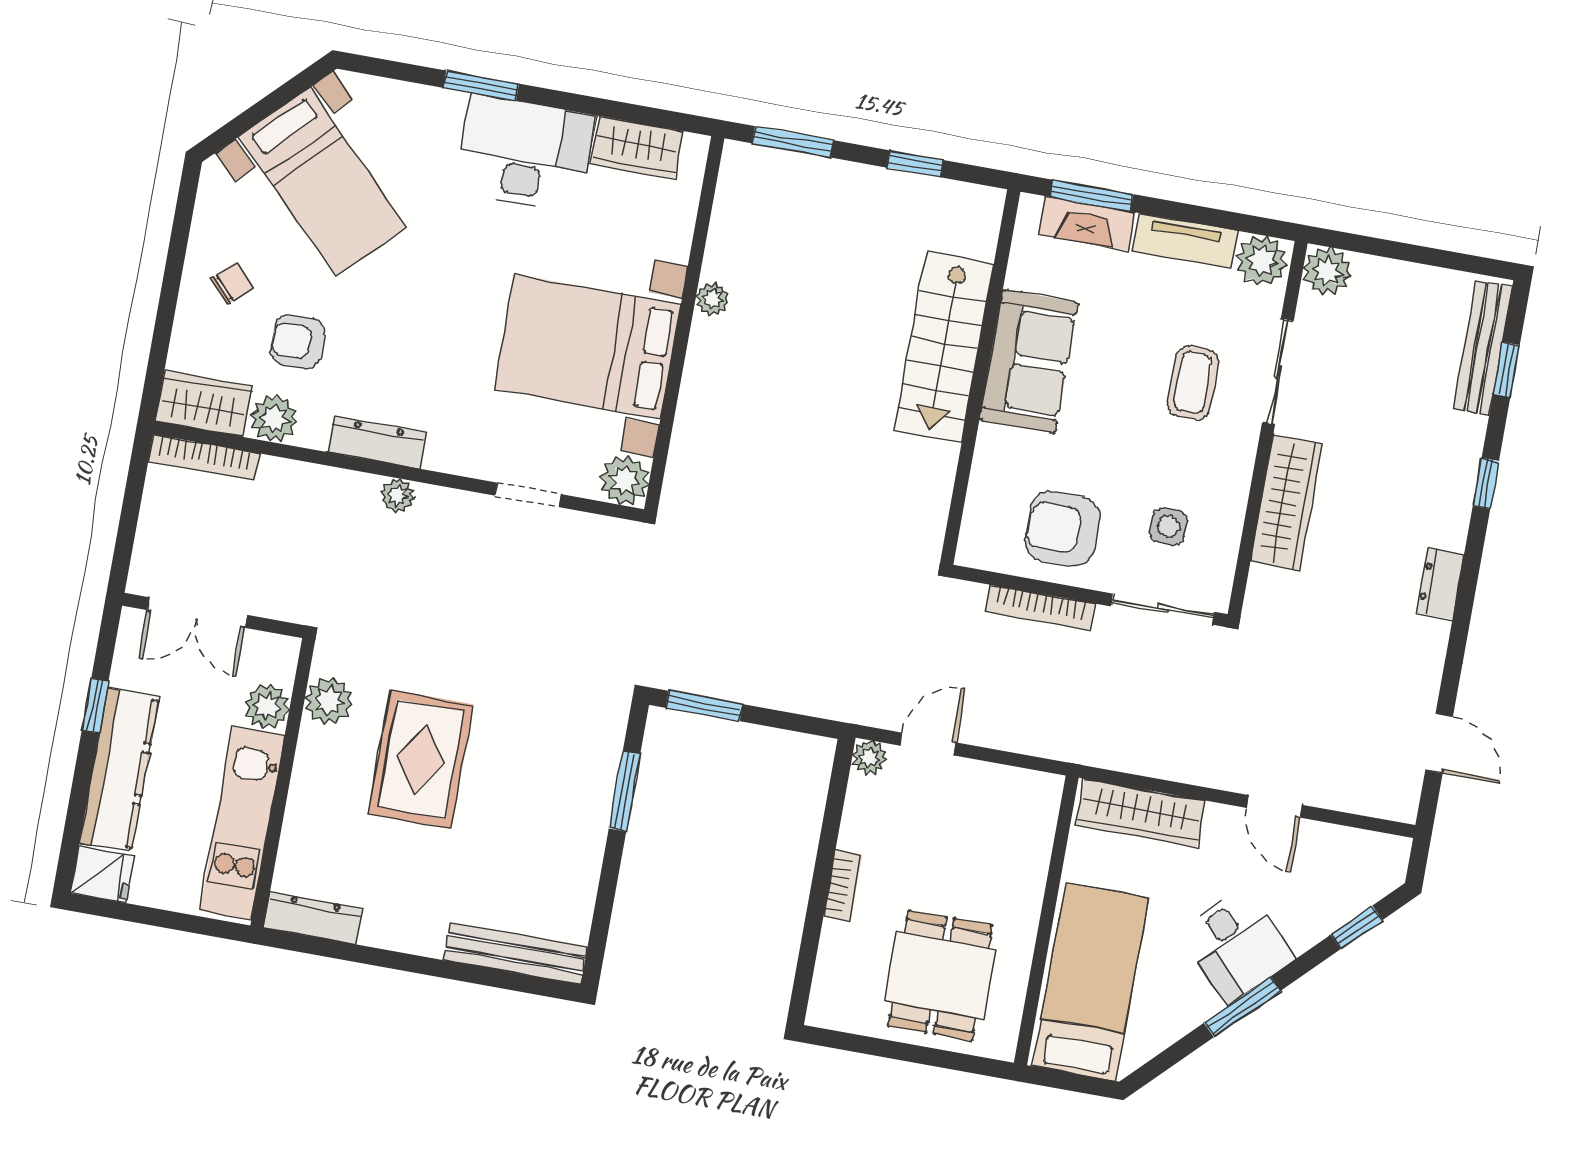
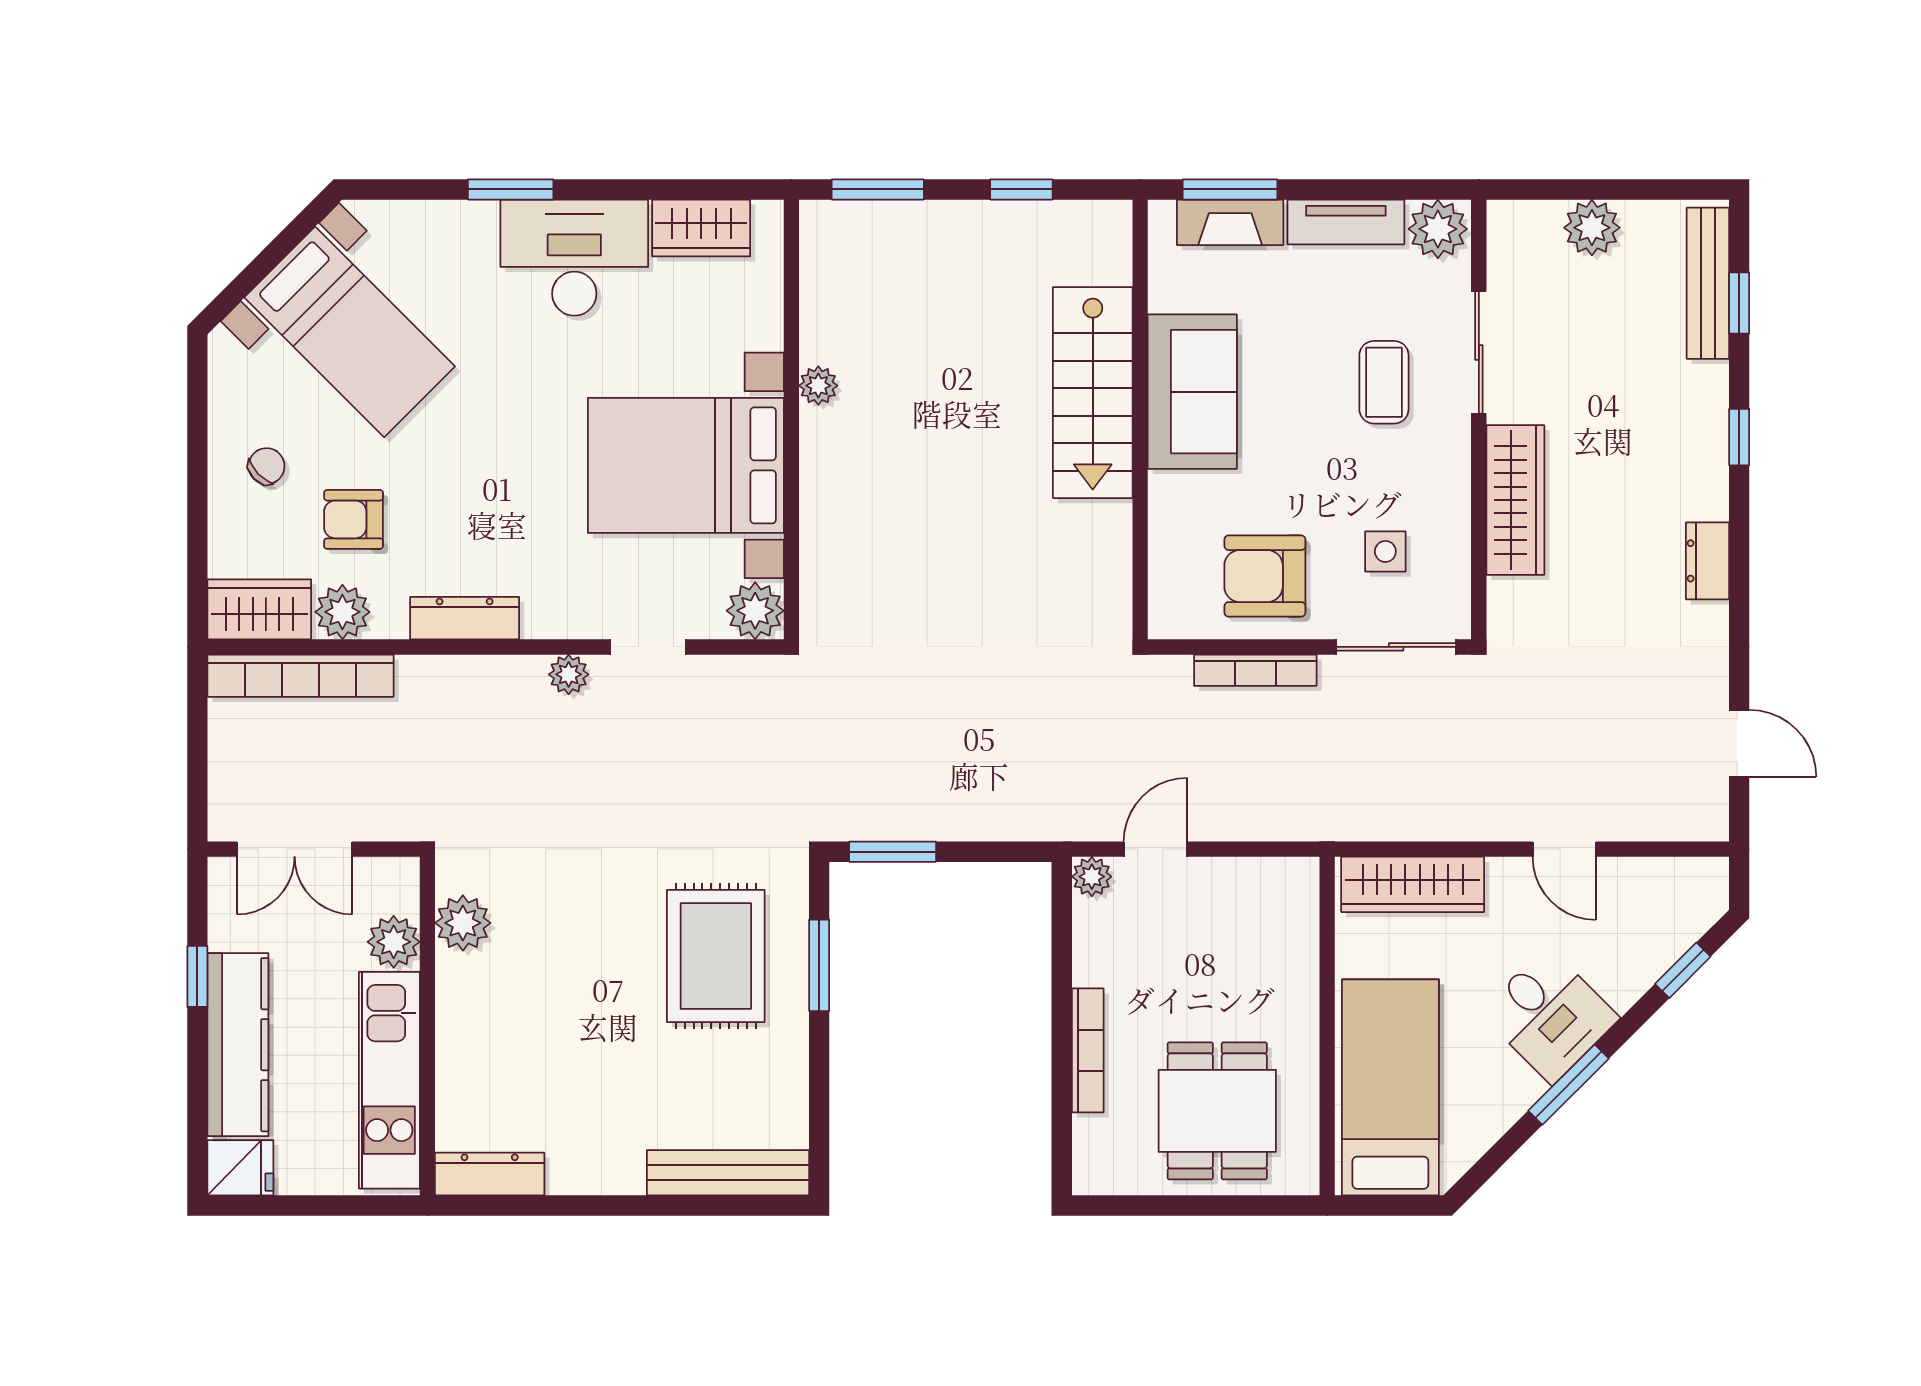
plant: (1327, 271) -> (1592, 228), moved
bookcase: (204, 457) -> (300, 676), width x1.48, depth x1.31
plant: (398, 496) -> (569, 674), moved
rug: (421, 759) -> (716, 956), moved
bookcase: (843, 885) -> (1088, 1050), width x1.56

